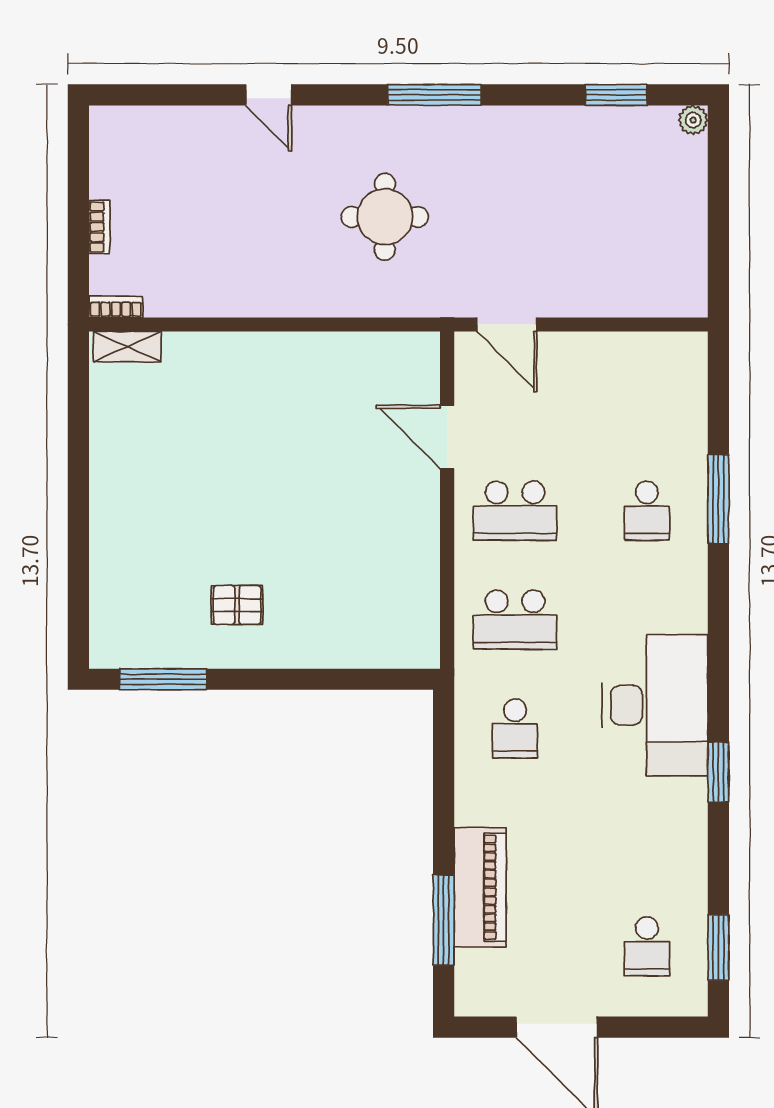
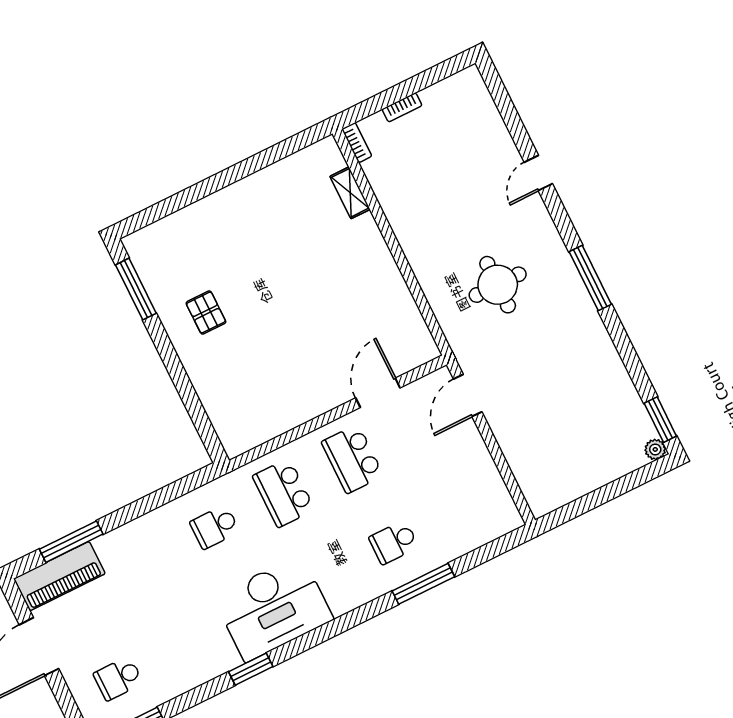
window: (616, 95) -> (660, 420), moved
shelving: (127, 347) -> (350, 193), moved
piano: (480, 887) -> (59, 576), moved

